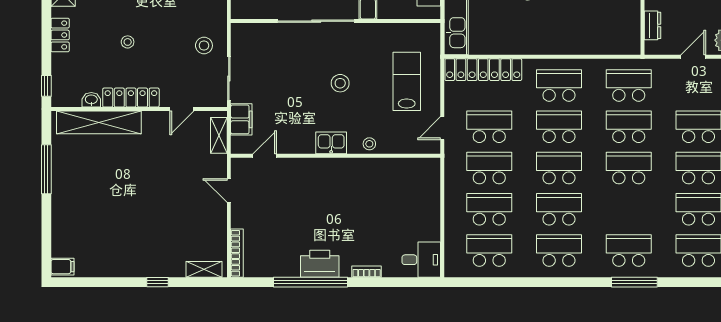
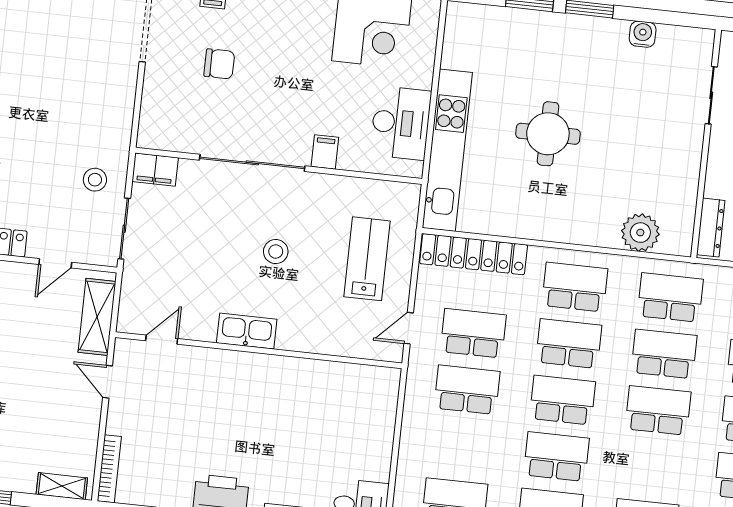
dresser: (653, 25) -> (711, 228), width x1.44
plant: (602, 41) -> (640, 233), added
filing cabinet: (241, 119) -> (155, 170), moved, turned 90
shelving: (219, 135) -> (97, 317), width x1.50, depth x1.33
kitchen sink: (331, 143) -> (247, 331), width x1.38
stool: (369, 144) -> (307, 339), removed
school desk: (489, 209) -> (461, 446), removed

